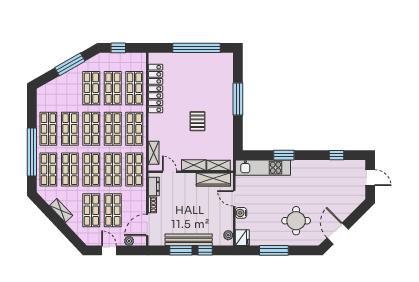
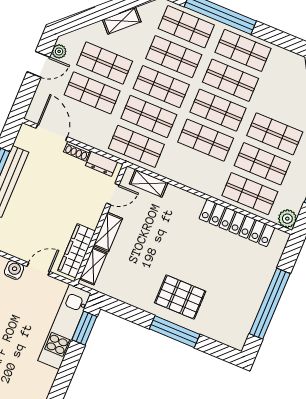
plant: (140, 59) -> (287, 219), added
pallet: (197, 121) -> (180, 297), moved, width x1.50, depth x1.42
shop shelf: (134, 129) -> (193, 170), removed
window: (284, 155) -> (84, 328), moved
plant: (129, 241) -> (59, 51), moved

